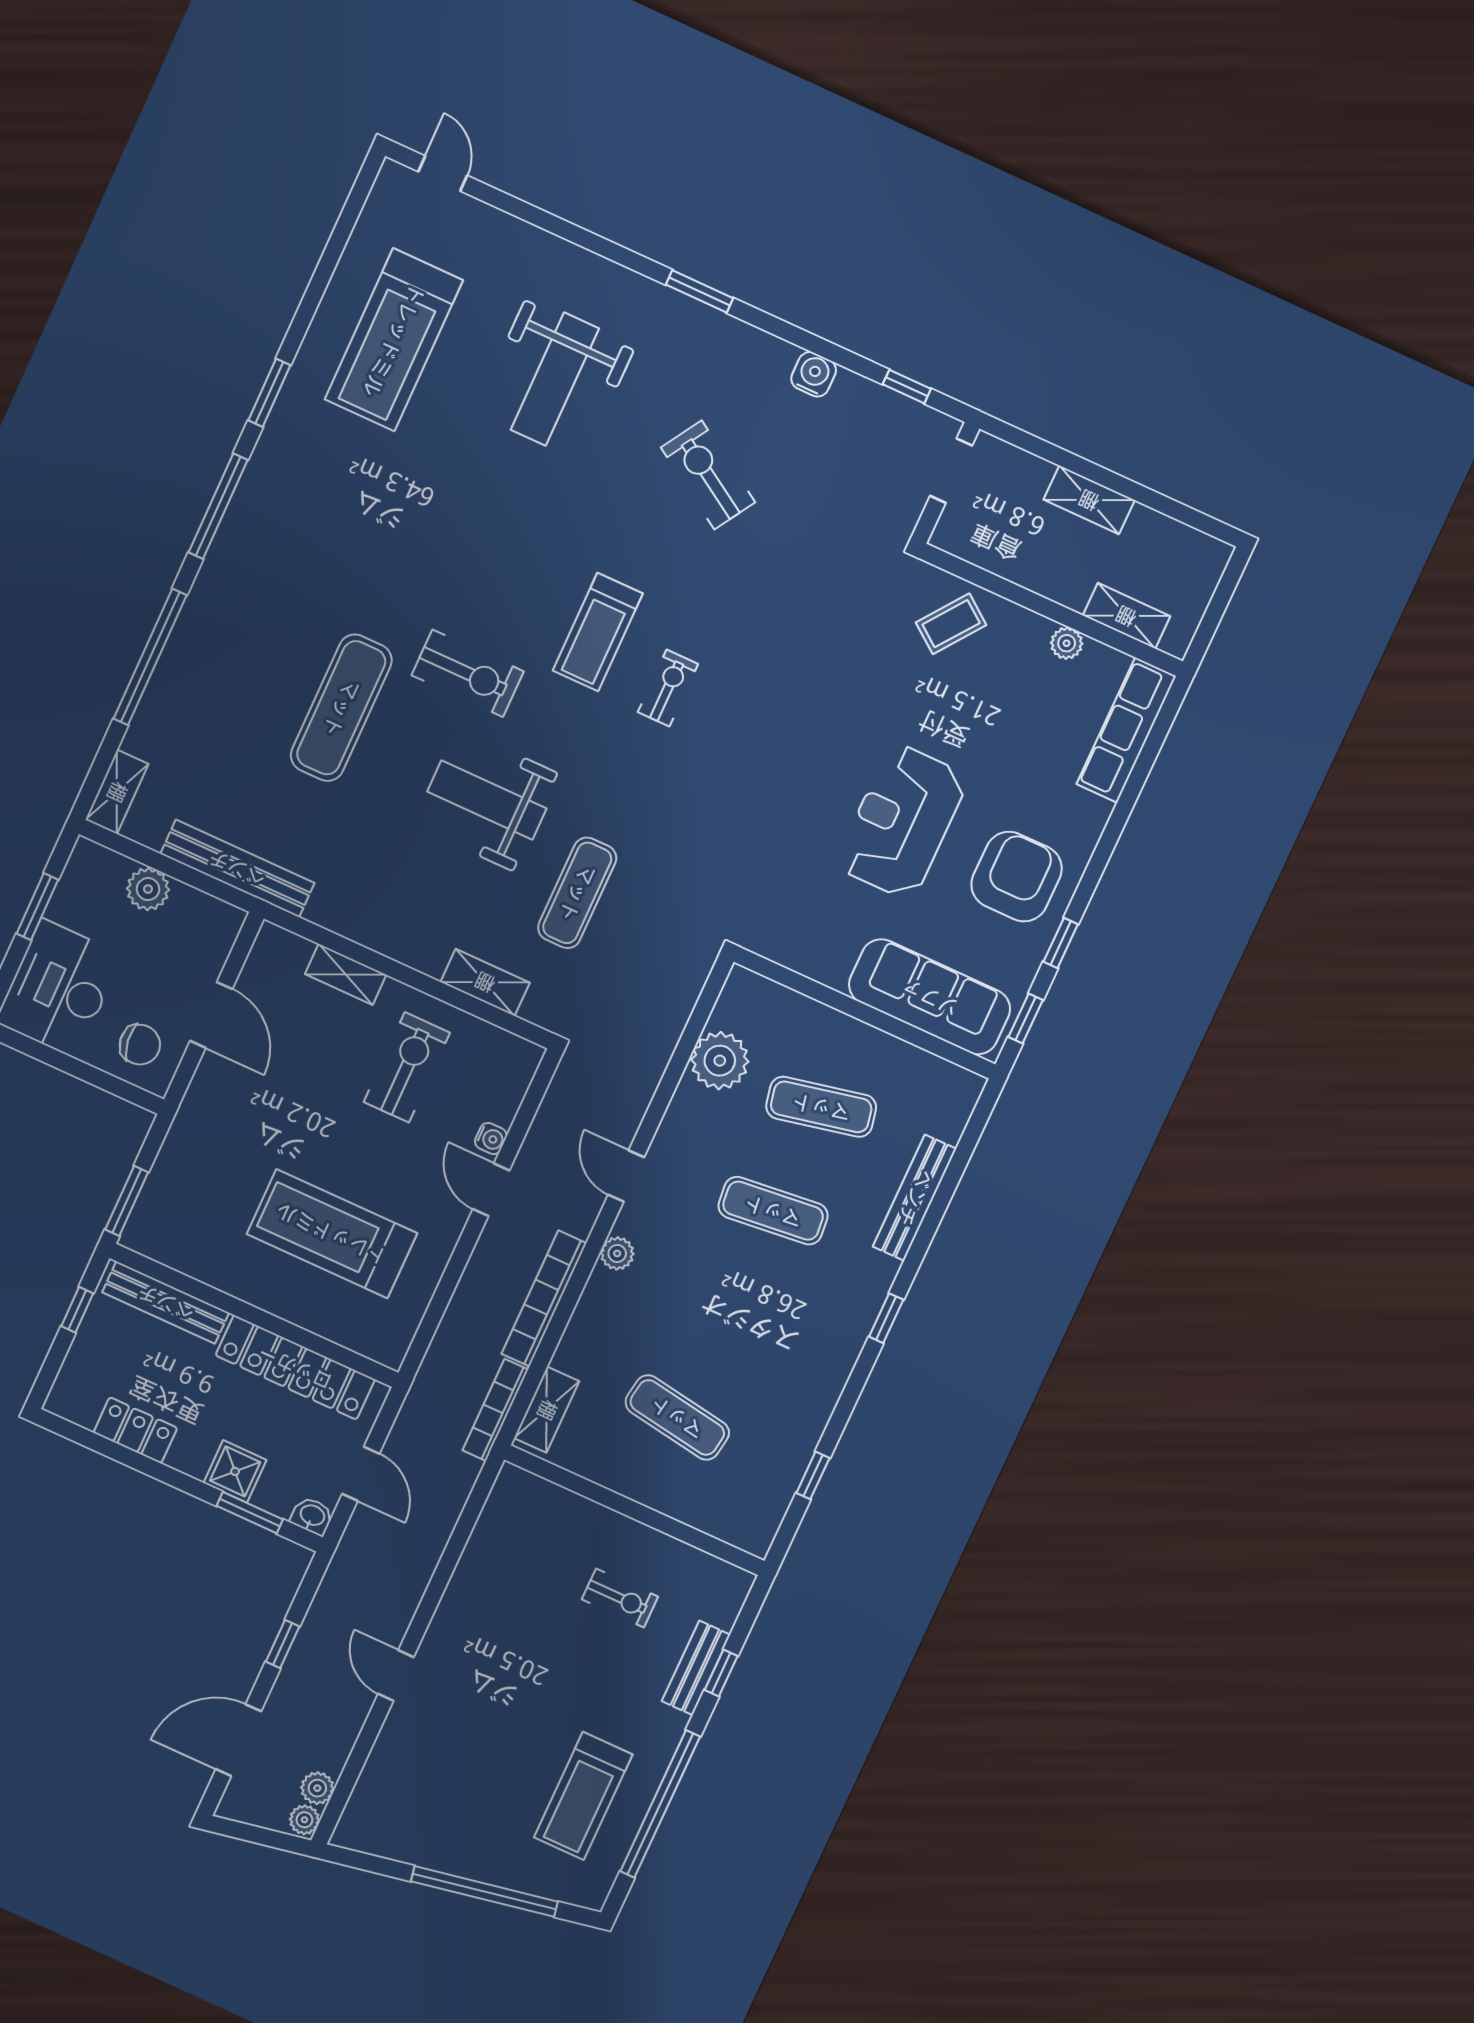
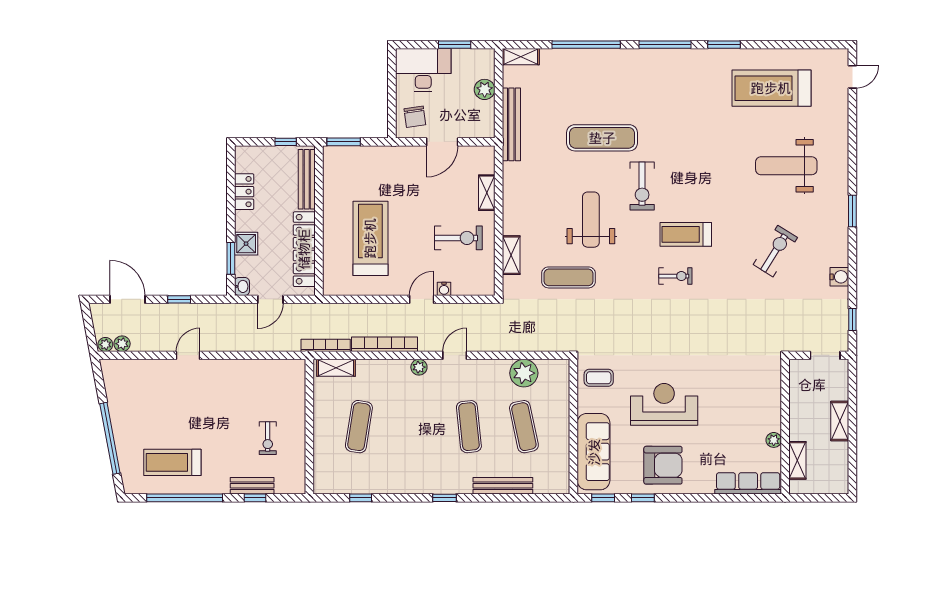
coffee table: (951, 624) -> (599, 378), moved, turned -37

